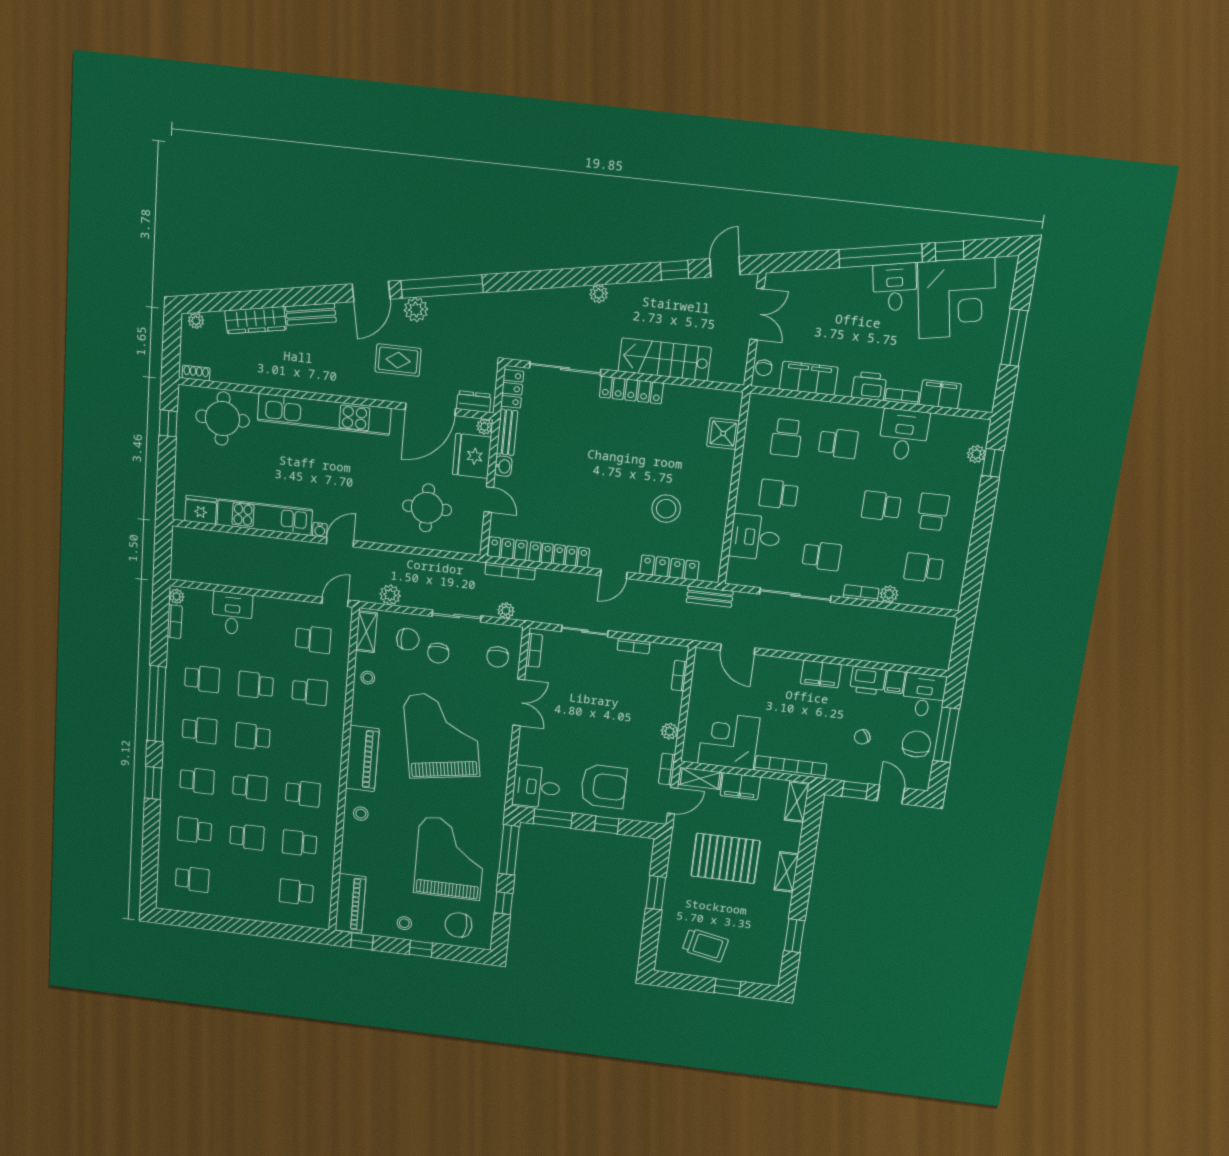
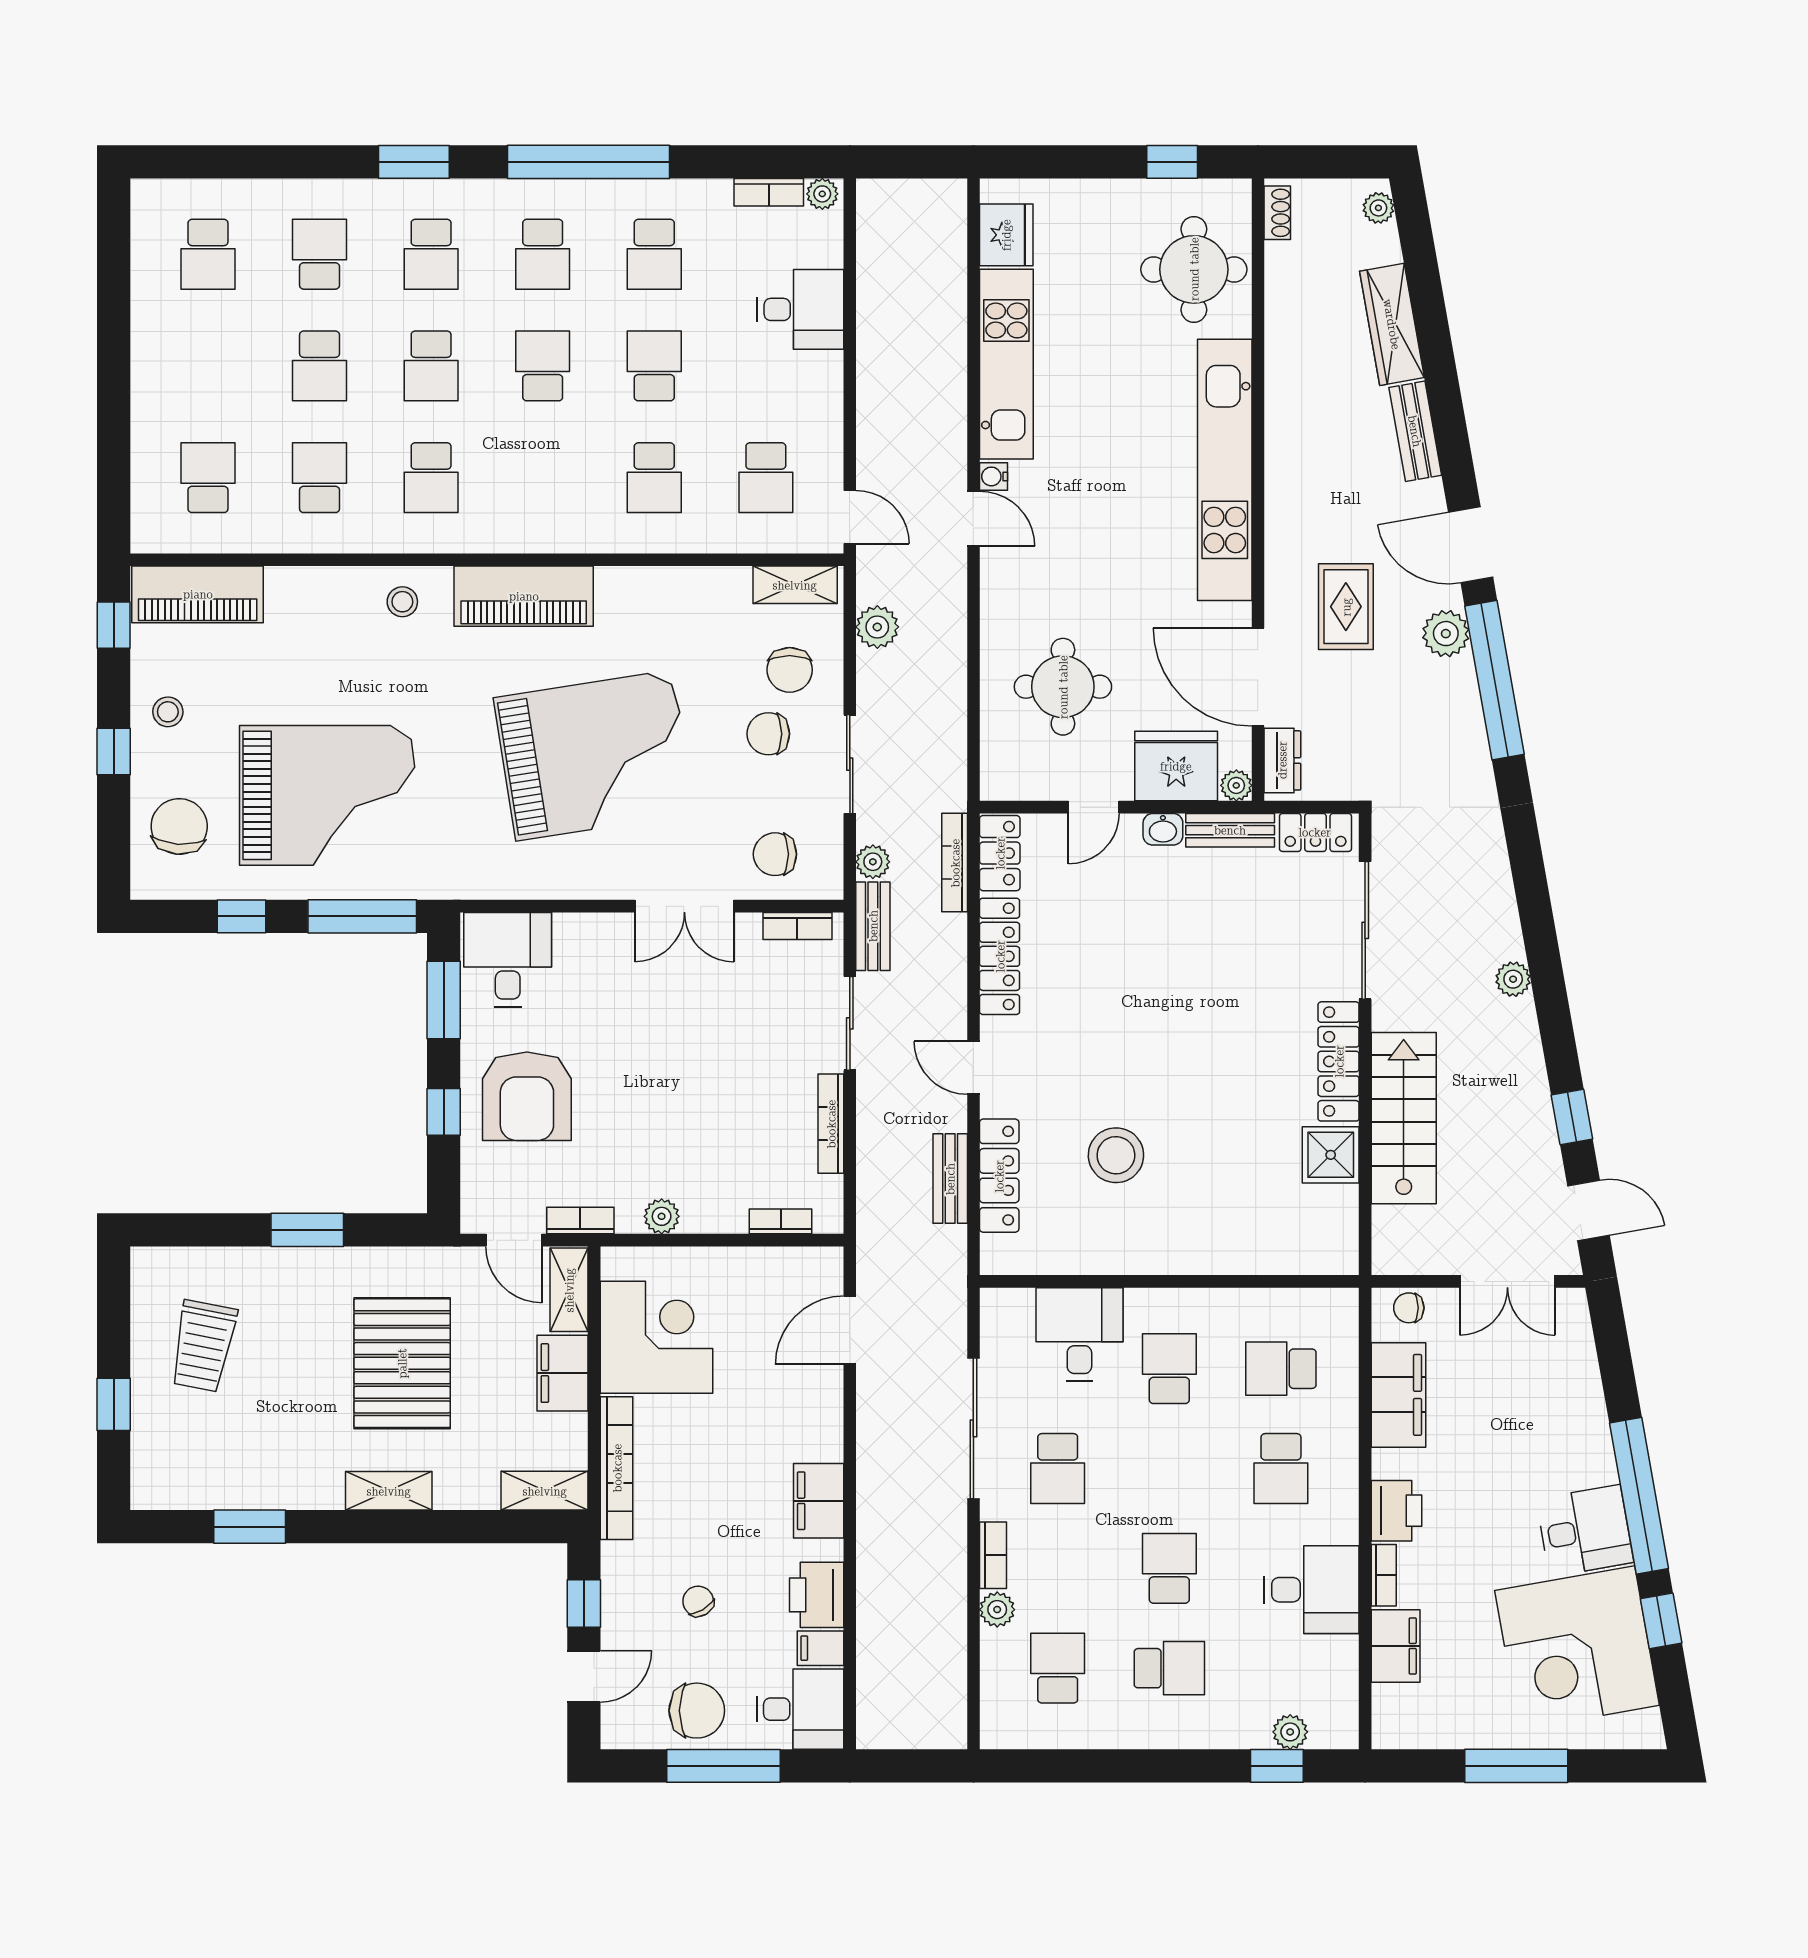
shower: (723, 433) -> (1331, 1155), moved
bench: (710, 597) -> (950, 1179), moved
bench: (538, 614) -> (873, 926), added
bookcase: (634, 646) -> (831, 1124), width x1.56
stool: (368, 678) -> (699, 595), removed

